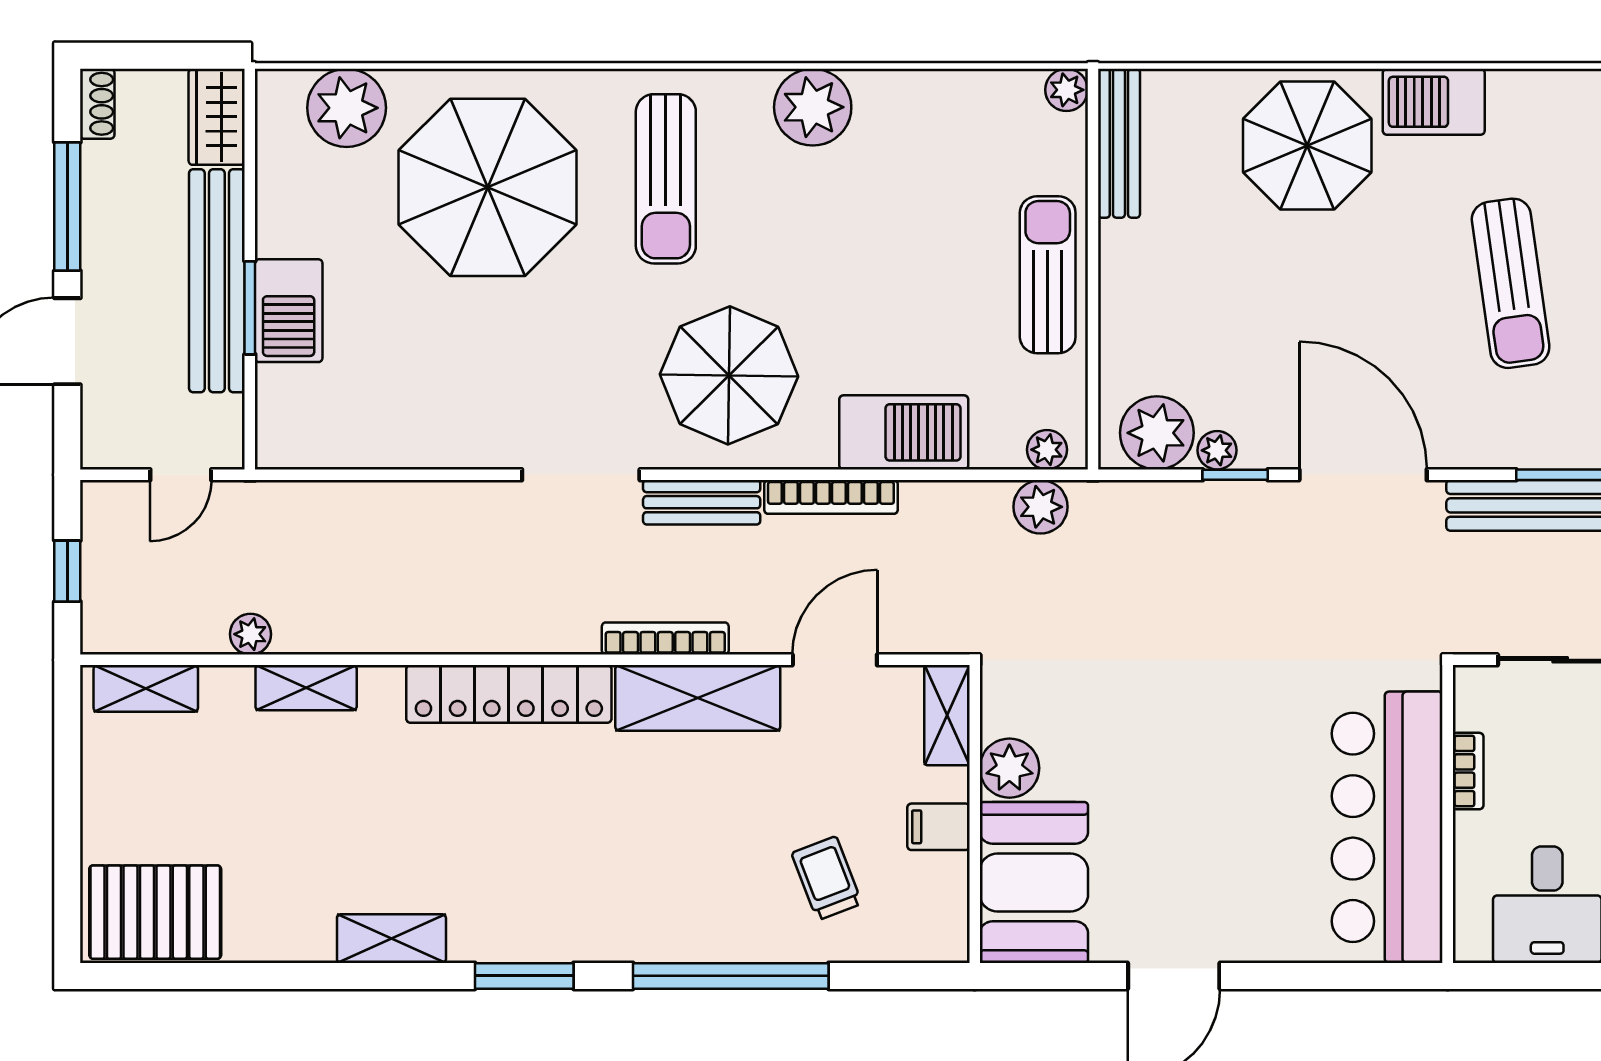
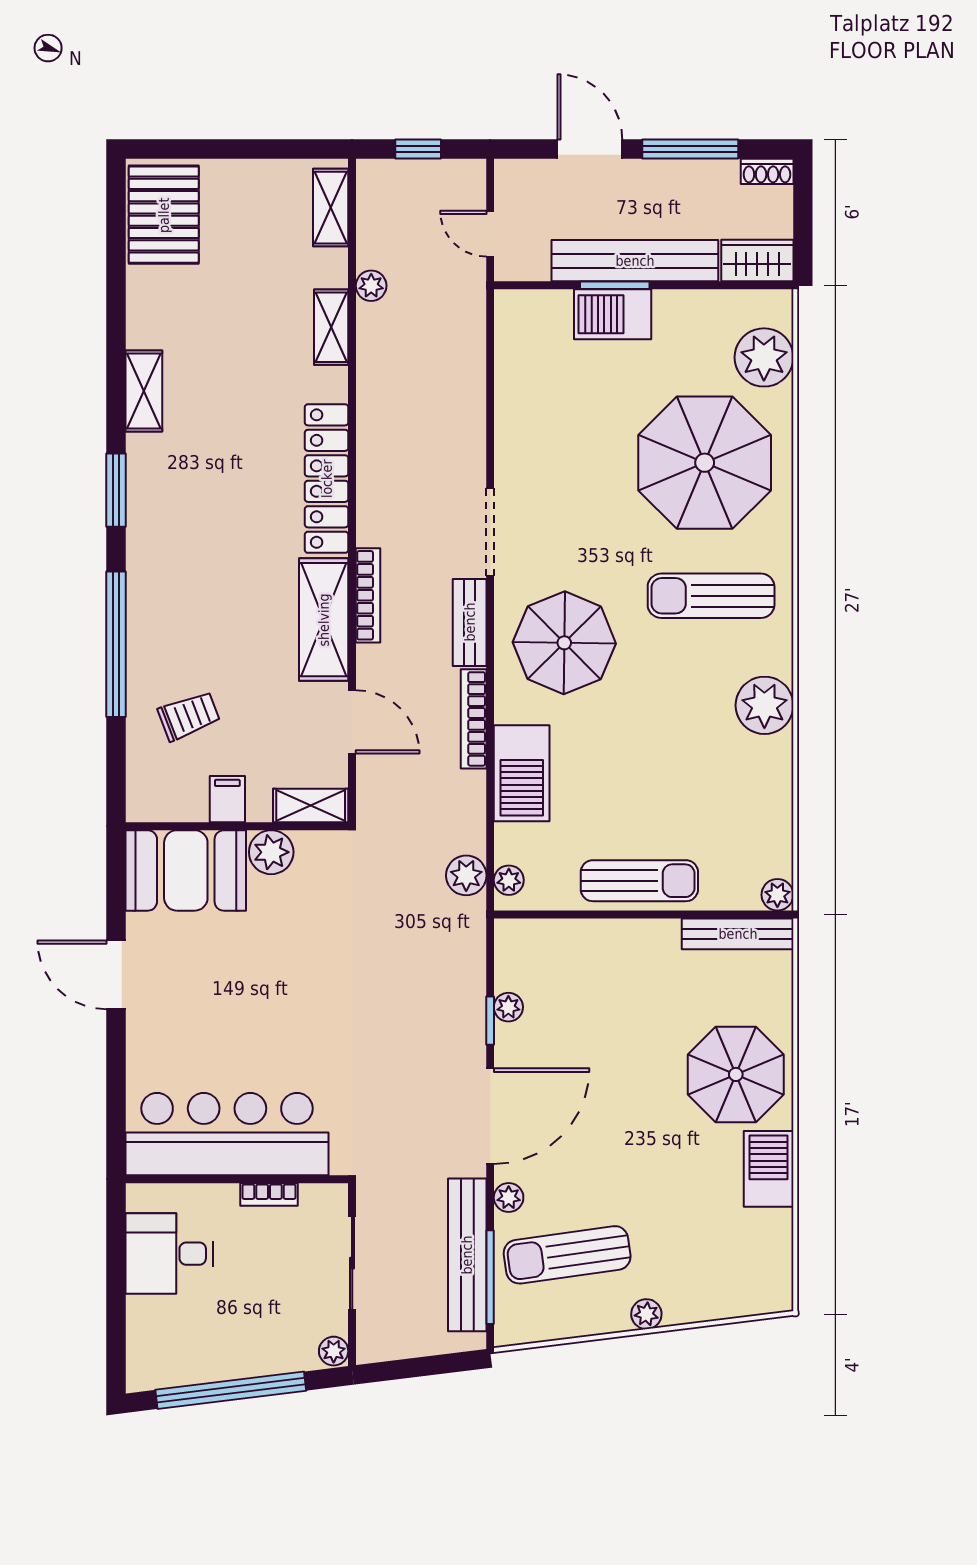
sun lounger: (1511, 283) -> (567, 1255), moved
plant: (1157, 433) -> (509, 1197), moved, width x0.53, depth x0.53

